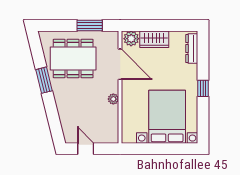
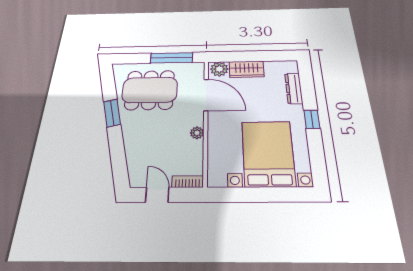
window: (90, 26) -> (172, 58), width x1.44
dresser: (192, 49) -> (294, 88), moved
bookcase: (107, 139) -> (188, 182), added

